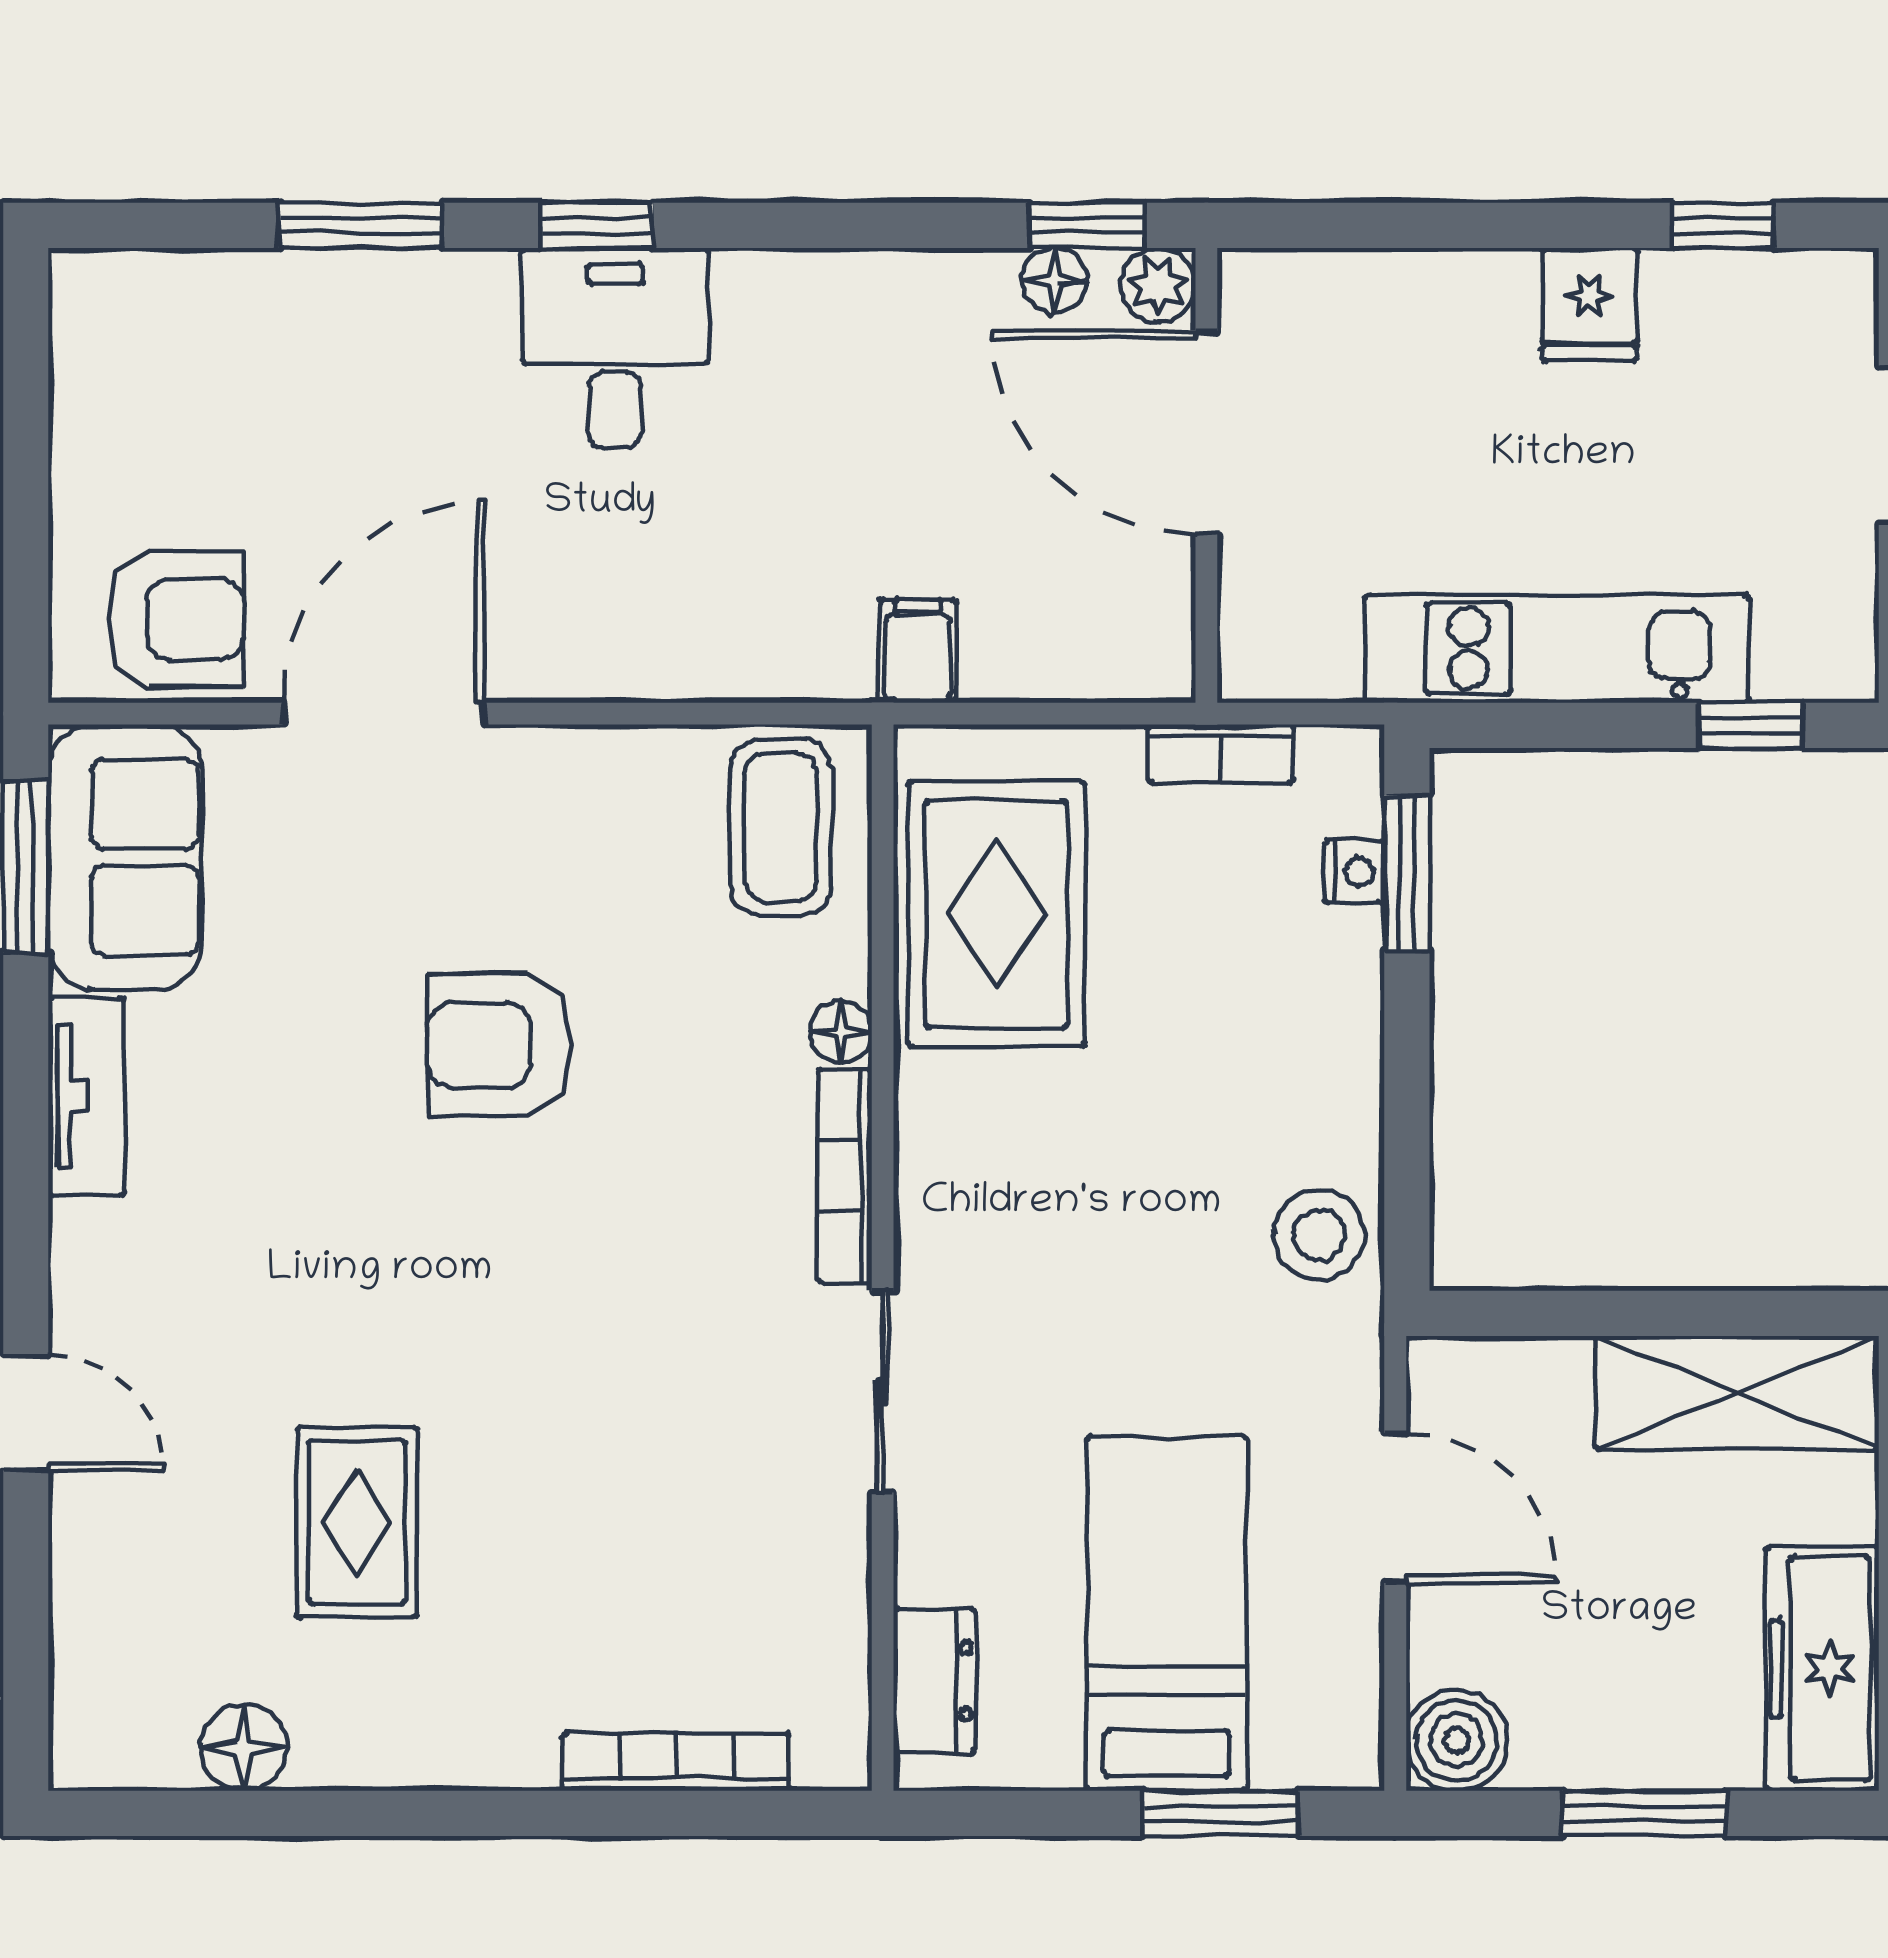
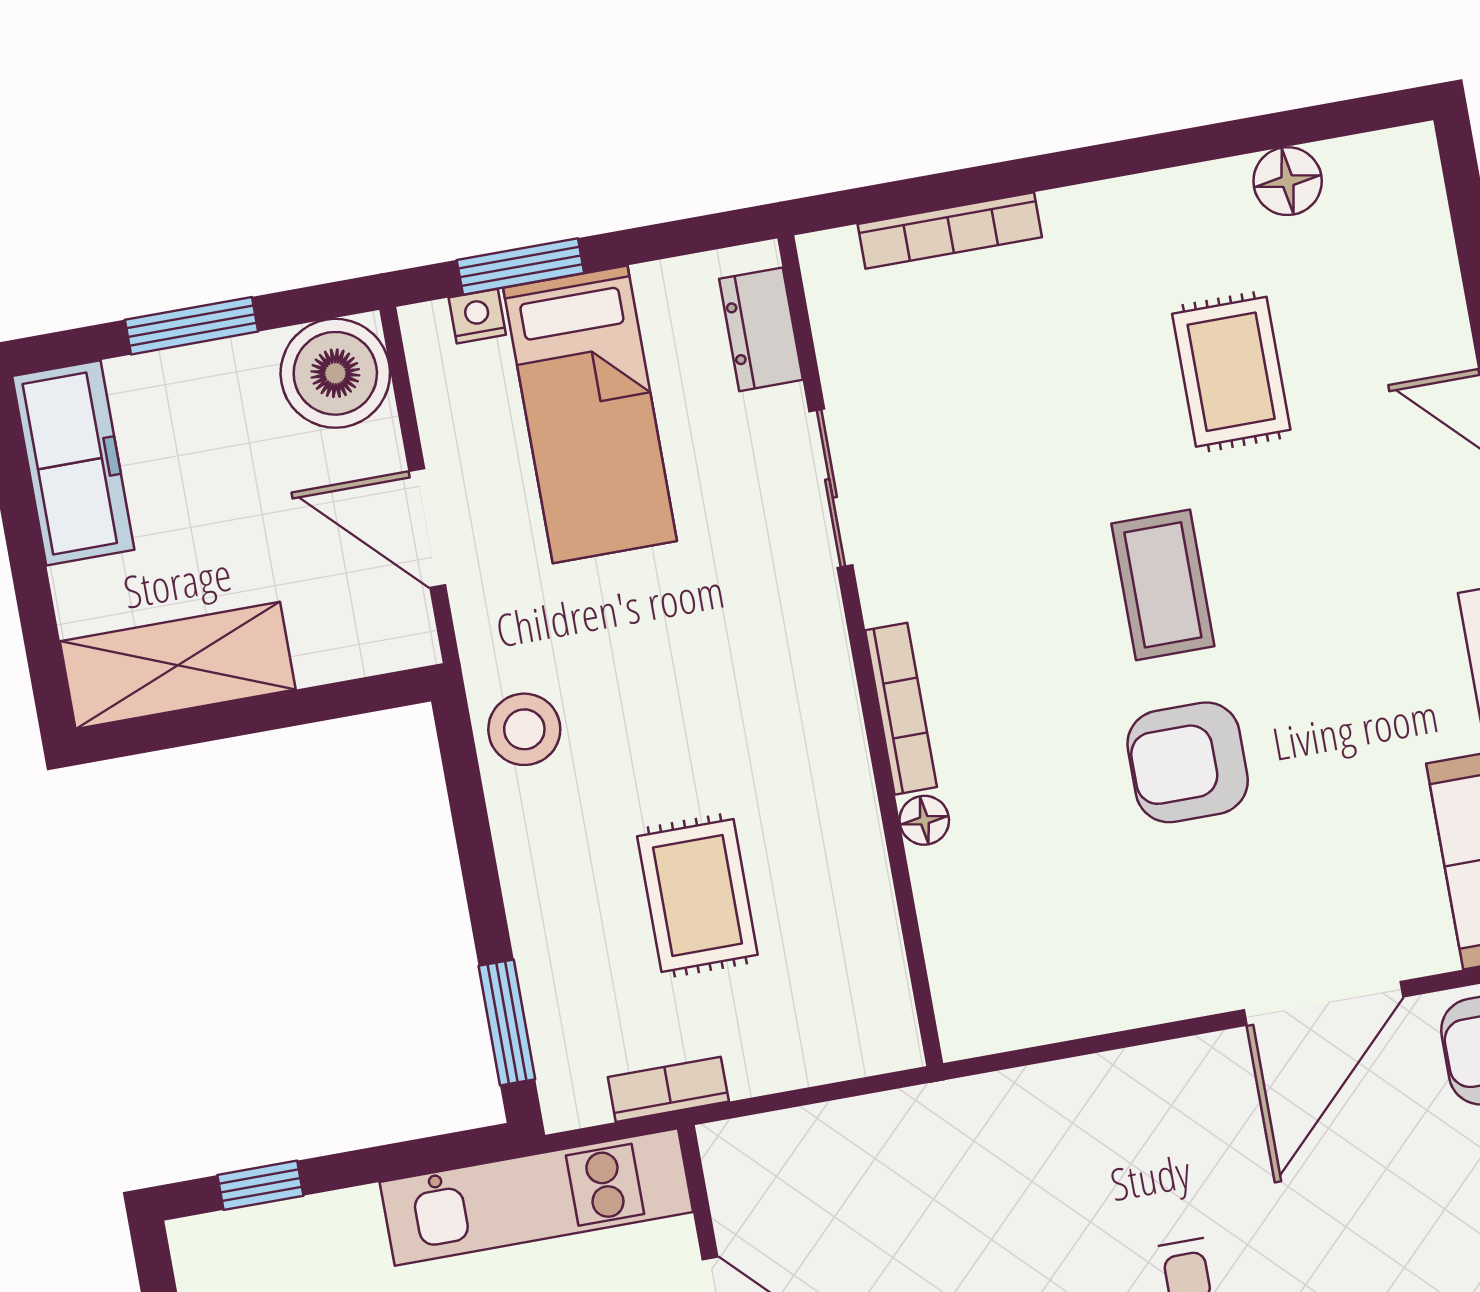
kitchen unit: (1557, 649) -> (536, 1197), moved
filing cabinet: (918, 651) -> (918, 1127), removed
coffee table: (781, 827) -> (1163, 585), moved
nightstand: (1355, 872) -> (477, 316), moved, turned 90
rug: (996, 914) -> (697, 895), moved, width x0.73, depth x0.70
armchair: (499, 1045) -> (1188, 762), turned 180
sliding door: (883, 1392) -> (831, 488), moved
boiler: (1457, 1740) -> (335, 373), width x1.37, depth x1.37

